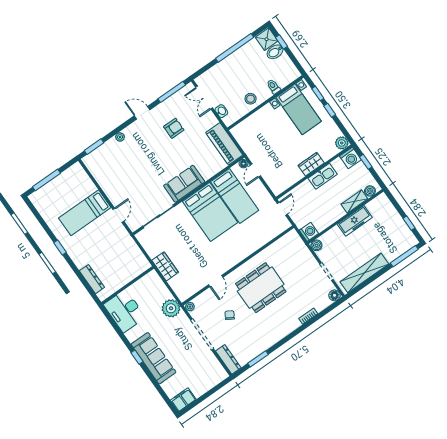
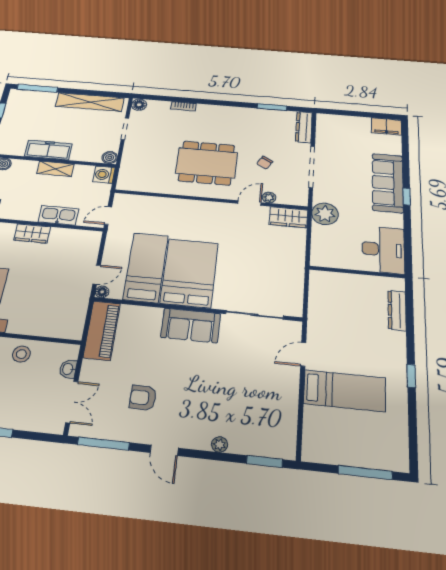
kitchen sink: (323, 176) -> (58, 215), moved
shelving: (354, 202) -> (56, 169), moved
wardrobe: (165, 266) -> (289, 217), moved, turned -90
plant: (190, 307) -> (269, 197), moved

